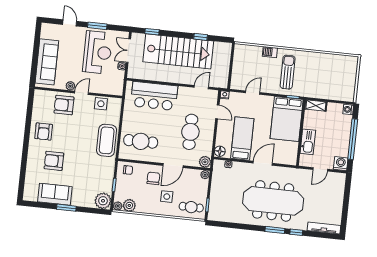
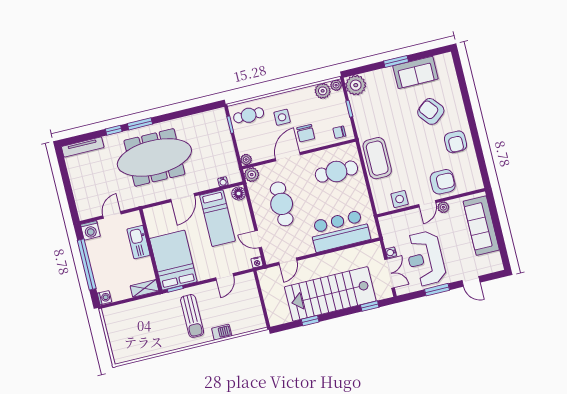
armchair: (44, 131) -> (456, 142), turned 180
armchair: (54, 161) -> (431, 111), turned -129

